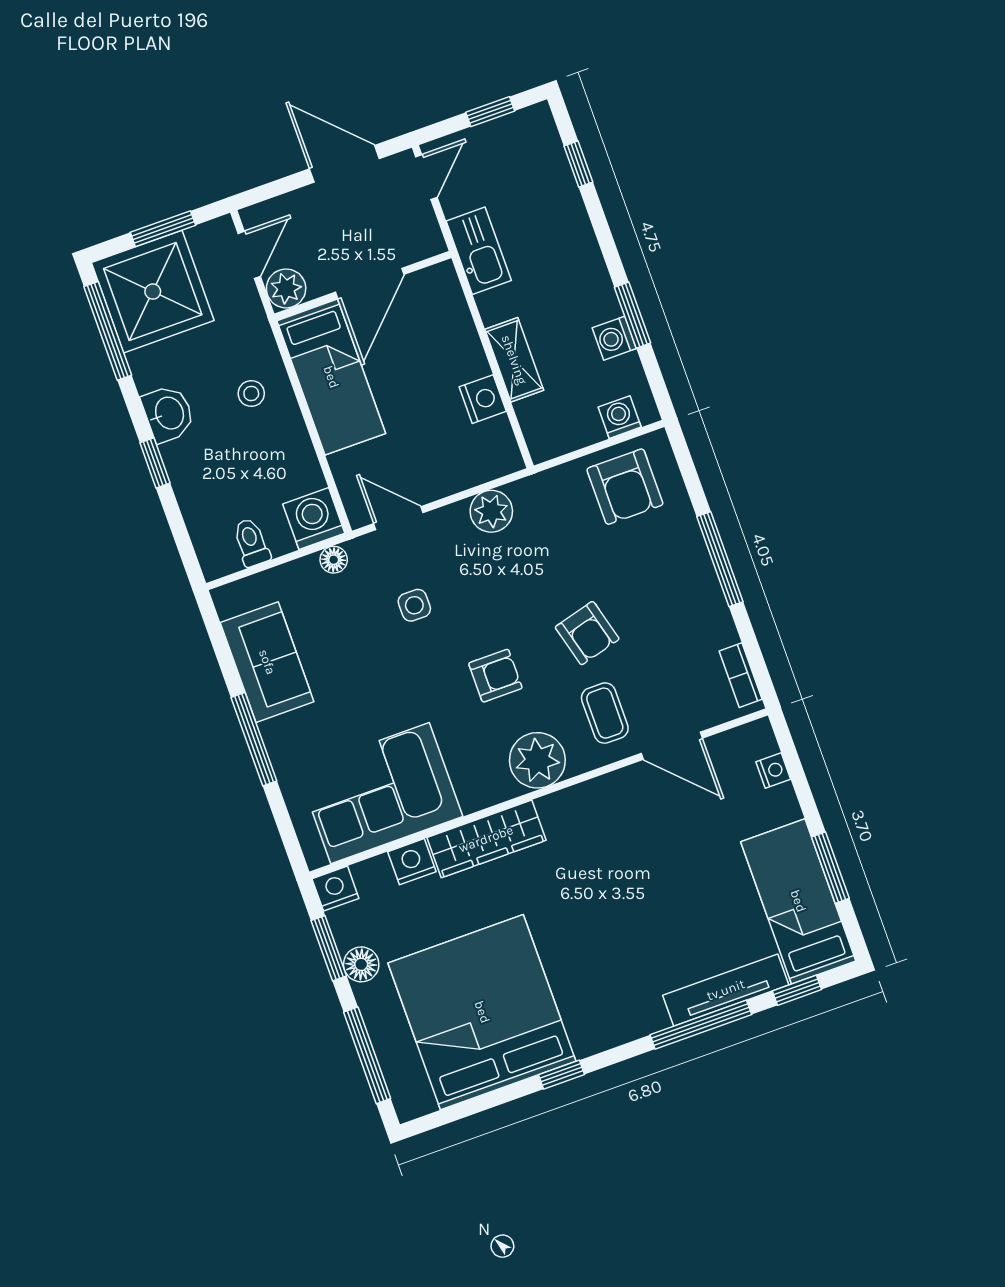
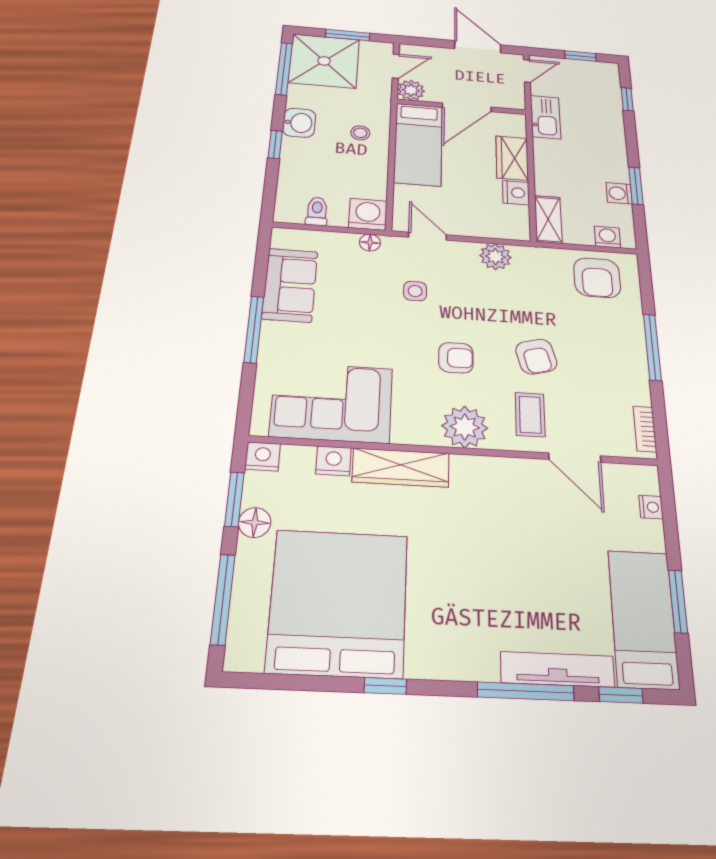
wardrobe: (459, 344) -> (512, 158), added
shelving: (514, 360) -> (548, 219), moved

